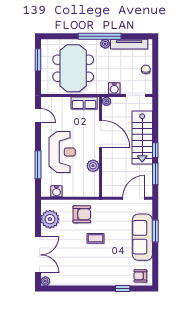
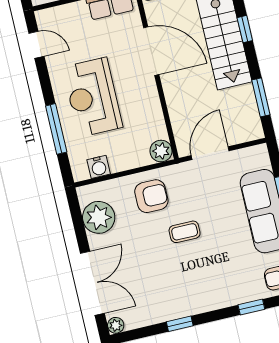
window: (155, 150) -> (245, 29), moved
reception desk: (62, 152) -> (93, 97), turned 180
plant: (93, 166) -> (161, 151), moved
door: (134, 198) -> (210, 153), moved
window: (81, 288) -> (180, 324), added

